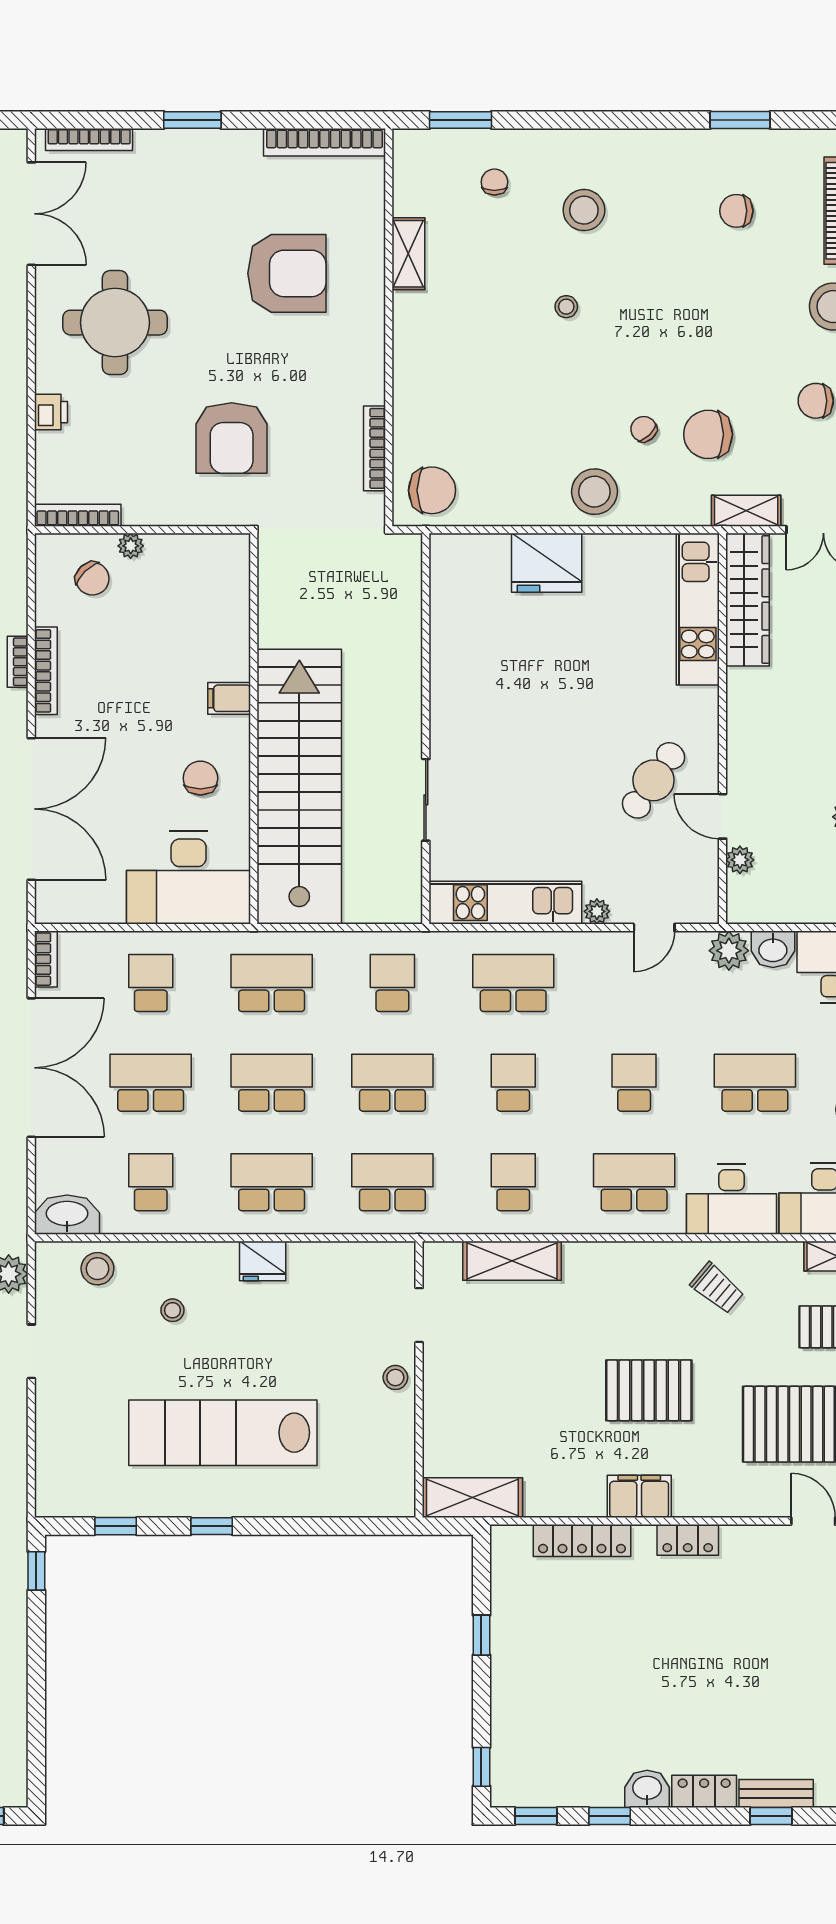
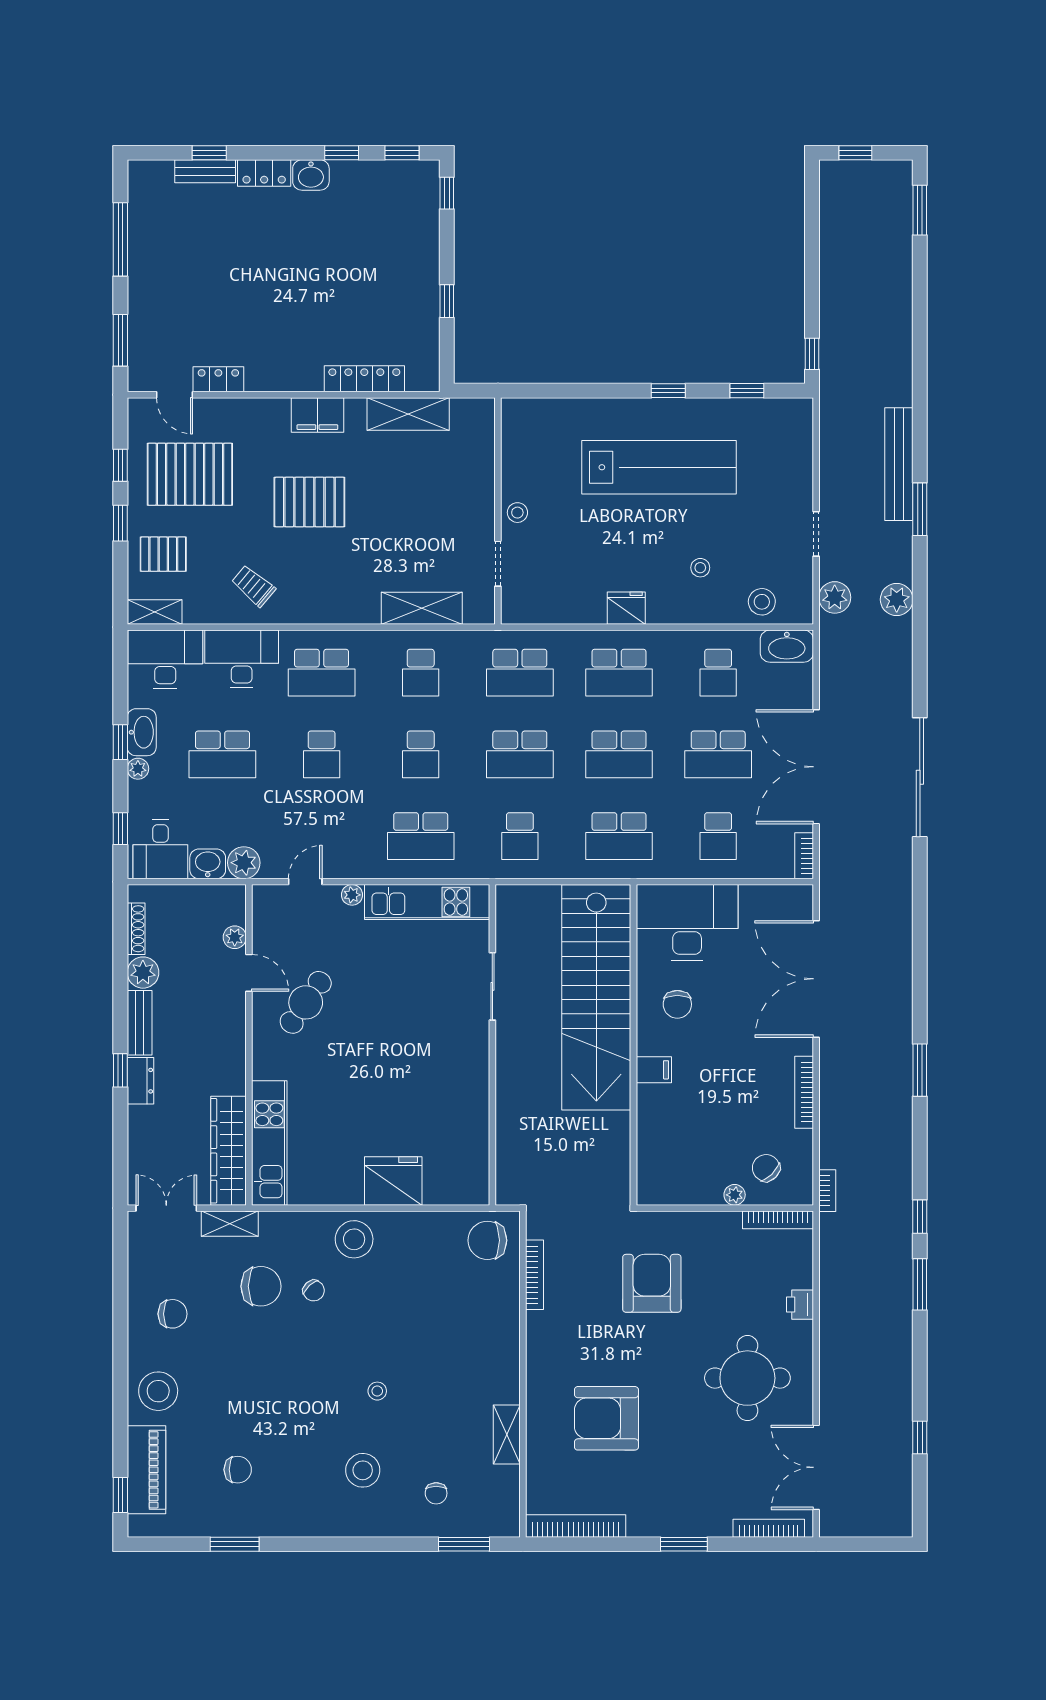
bookcase: (18, 662) -> (827, 1191), moved
shelving: (472, 1498) -> (408, 414), moved
locker: (688, 1540) -> (218, 379), moved

